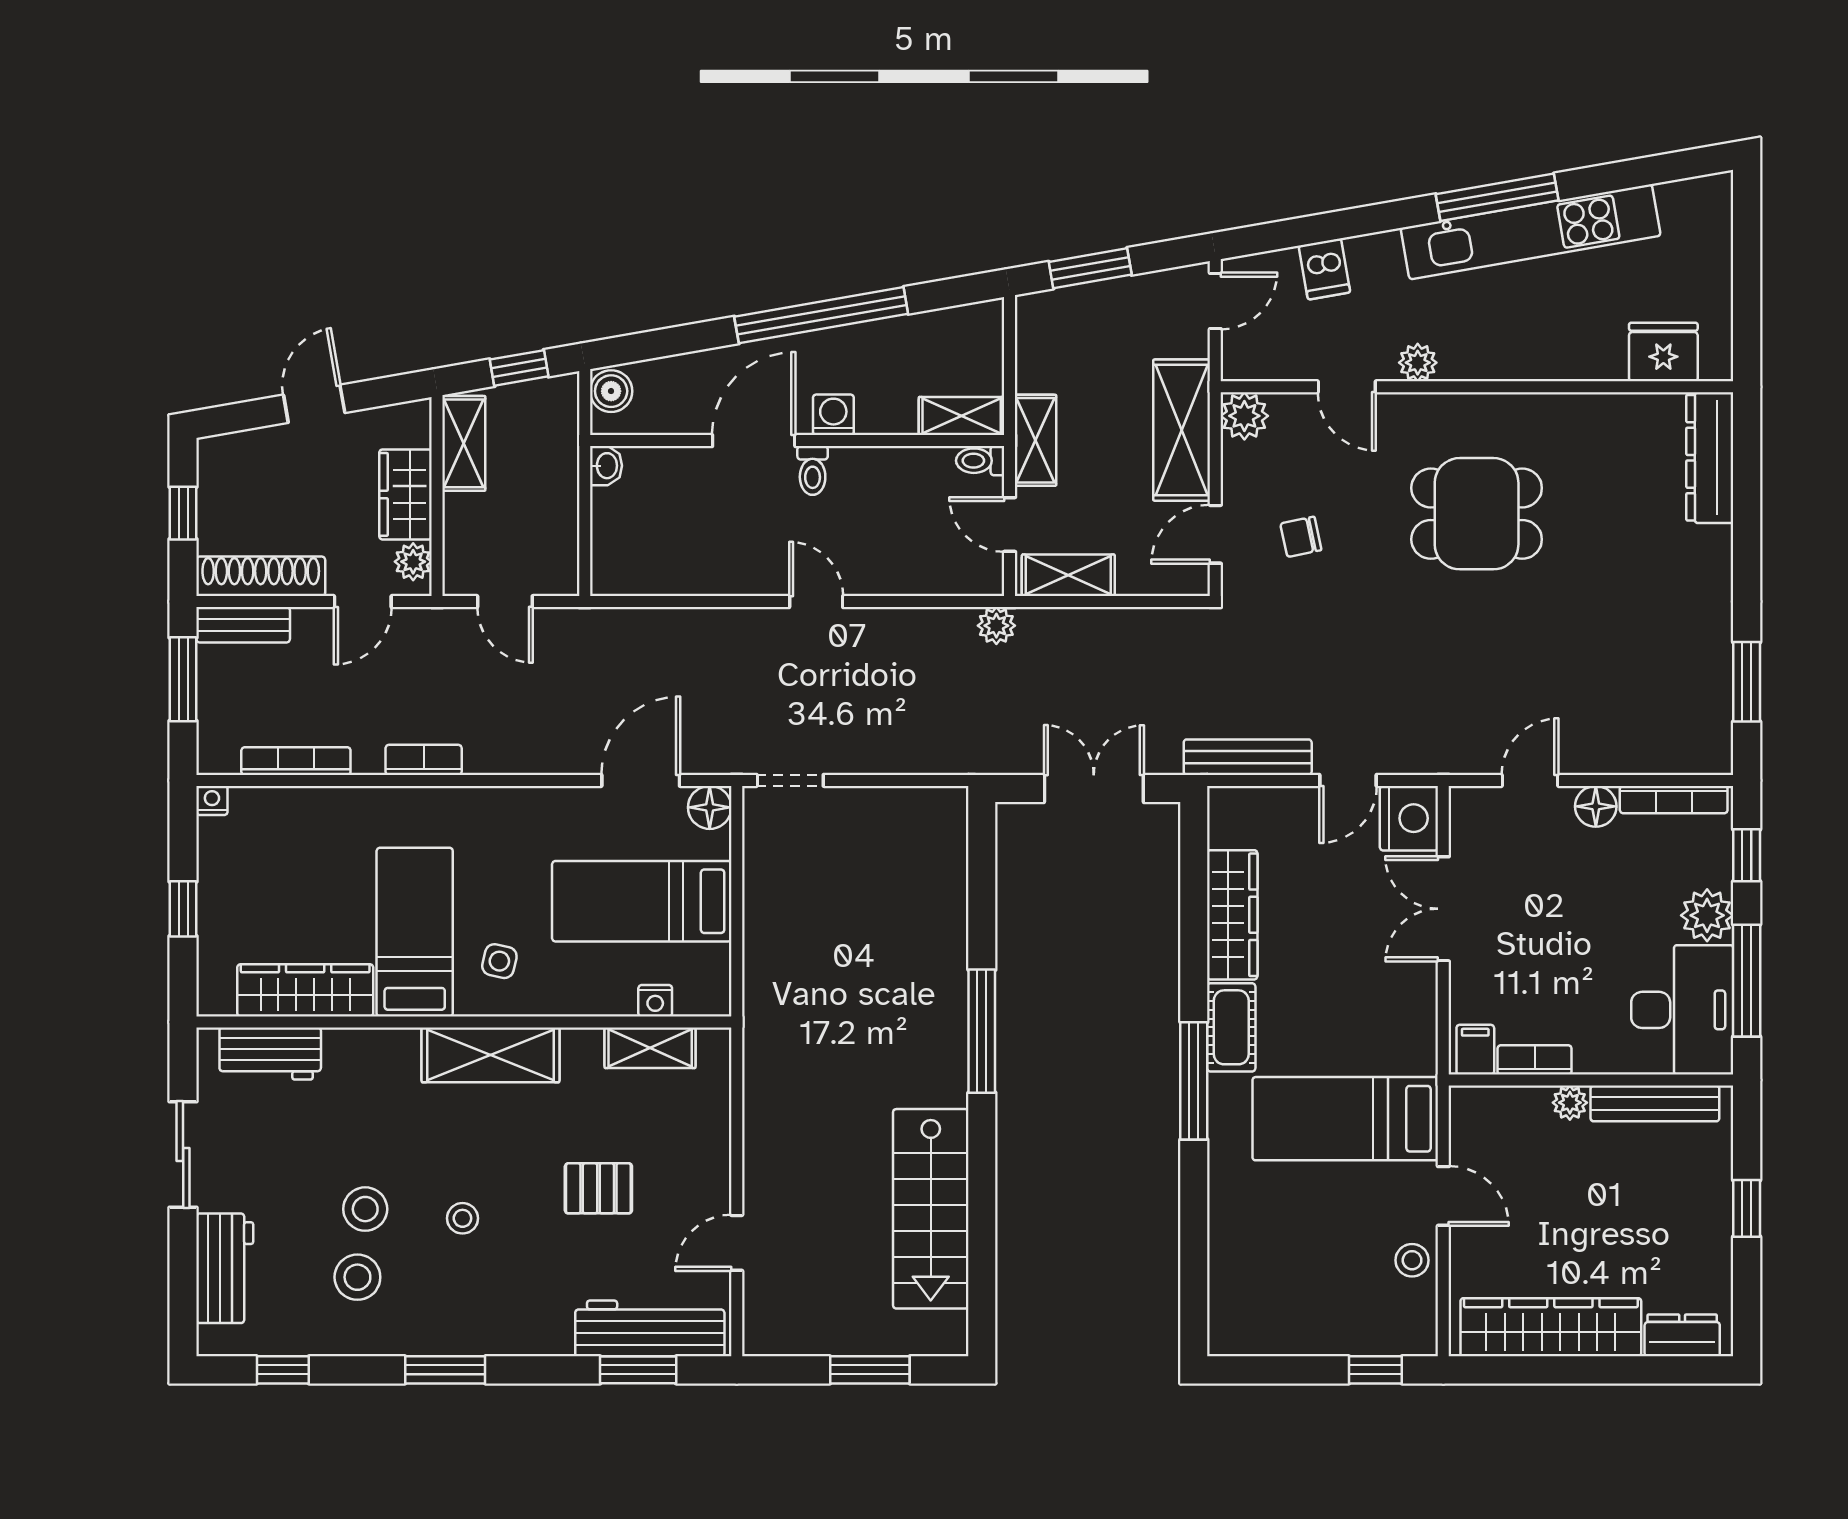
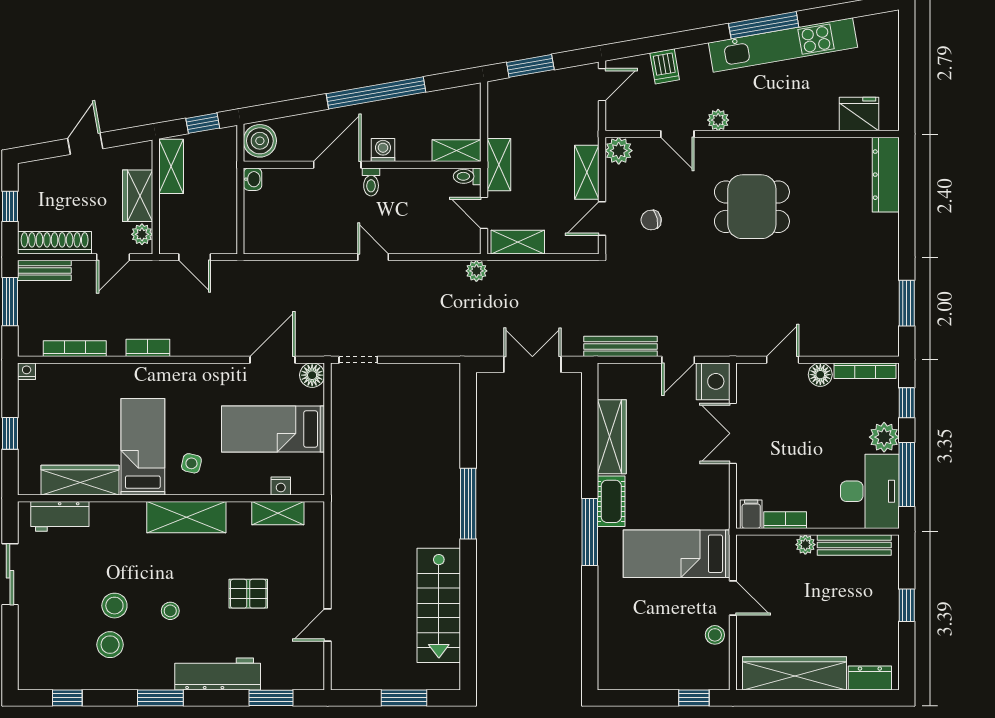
boiler: (611, 391) -> (260, 141), width x1.36, depth x1.36
shelving: (1182, 430) -> (587, 172), width x0.67, depth x0.75
workbench: (225, 1268) -> (34, 640), removed
workbench: (650, 1328) -> (218, 674), moved

